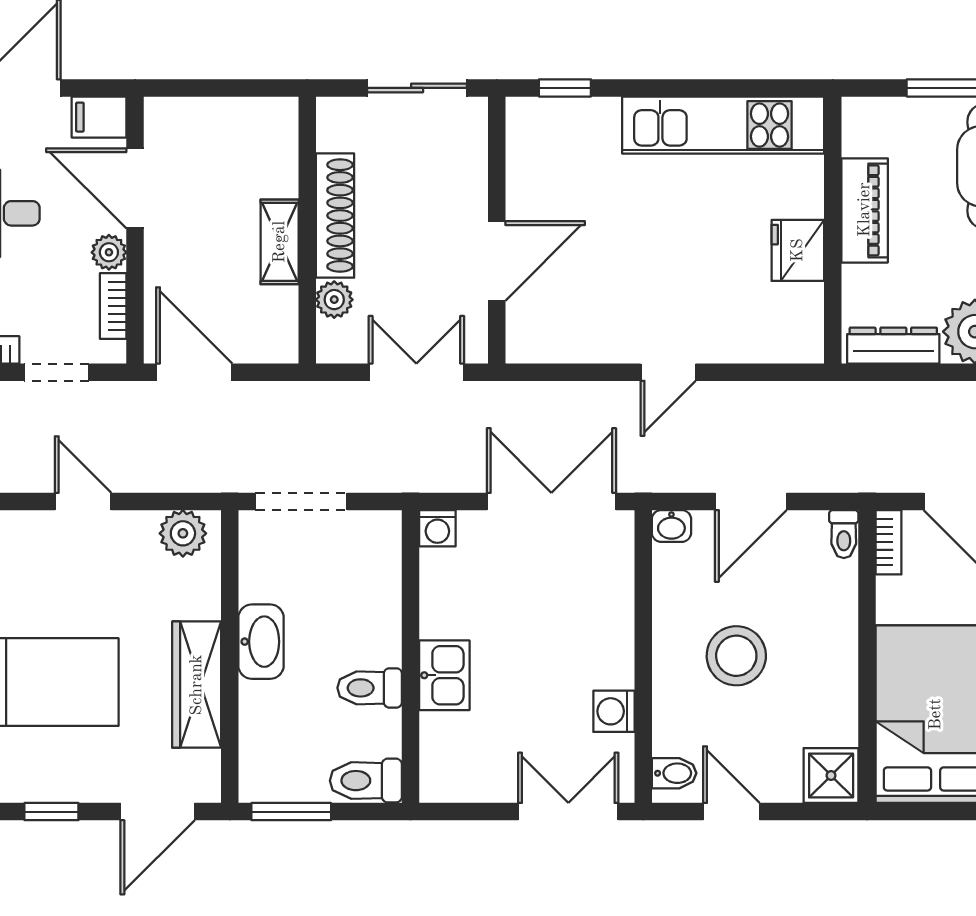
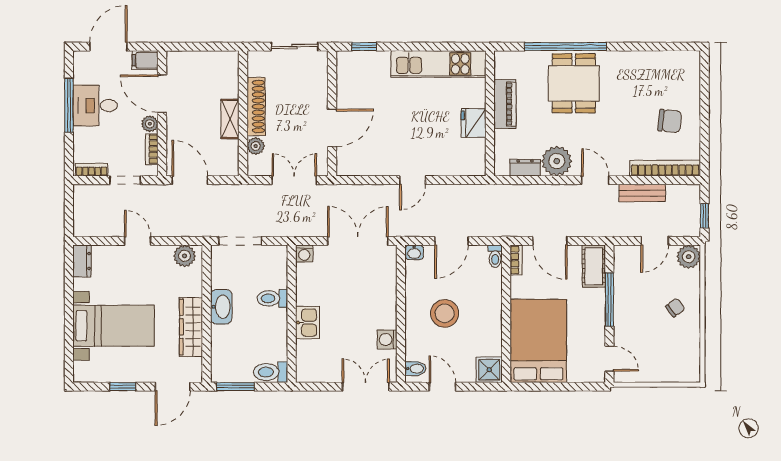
dresser: (893, 346) -> (525, 168), width x0.70
toilet: (370, 688) -> (272, 298), moved

